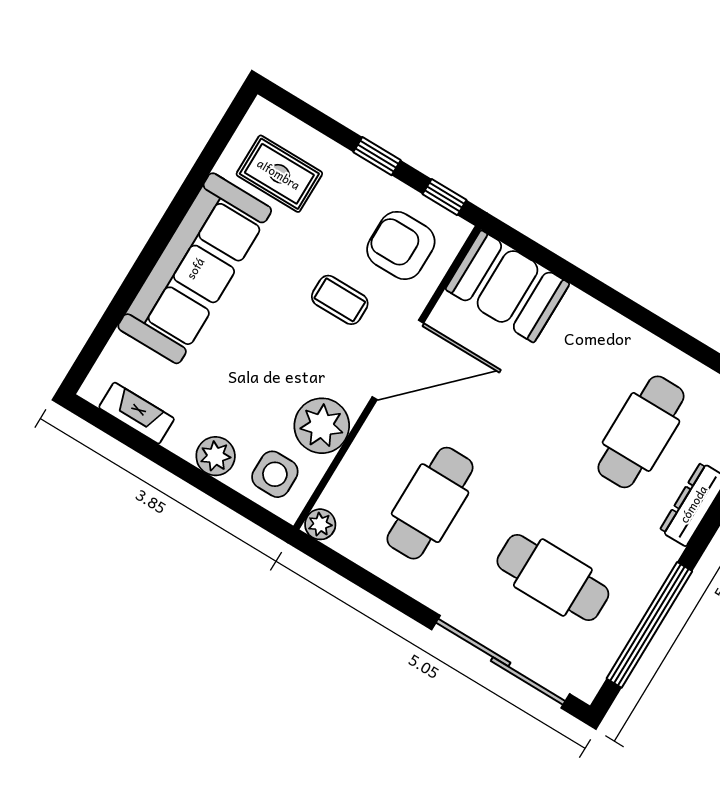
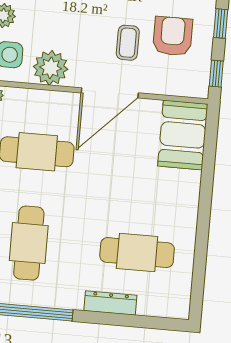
armchair: (401, 245) -> (173, 36), moved
door: (398, 360) -> (110, 93), hinge flipped

